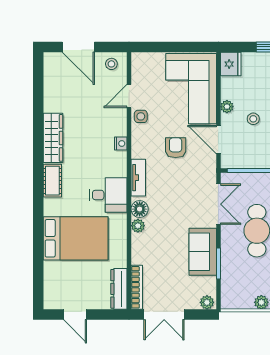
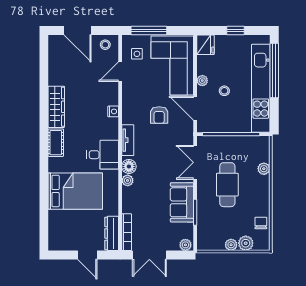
window: (163, 47) -> (149, 30), added
side table: (141, 116) -> (137, 54), moved
armchair: (176, 148) -> (159, 115), turned 180
double door: (218, 204) -> (195, 162), swing flipped
door: (75, 315) -> (87, 255), moved

